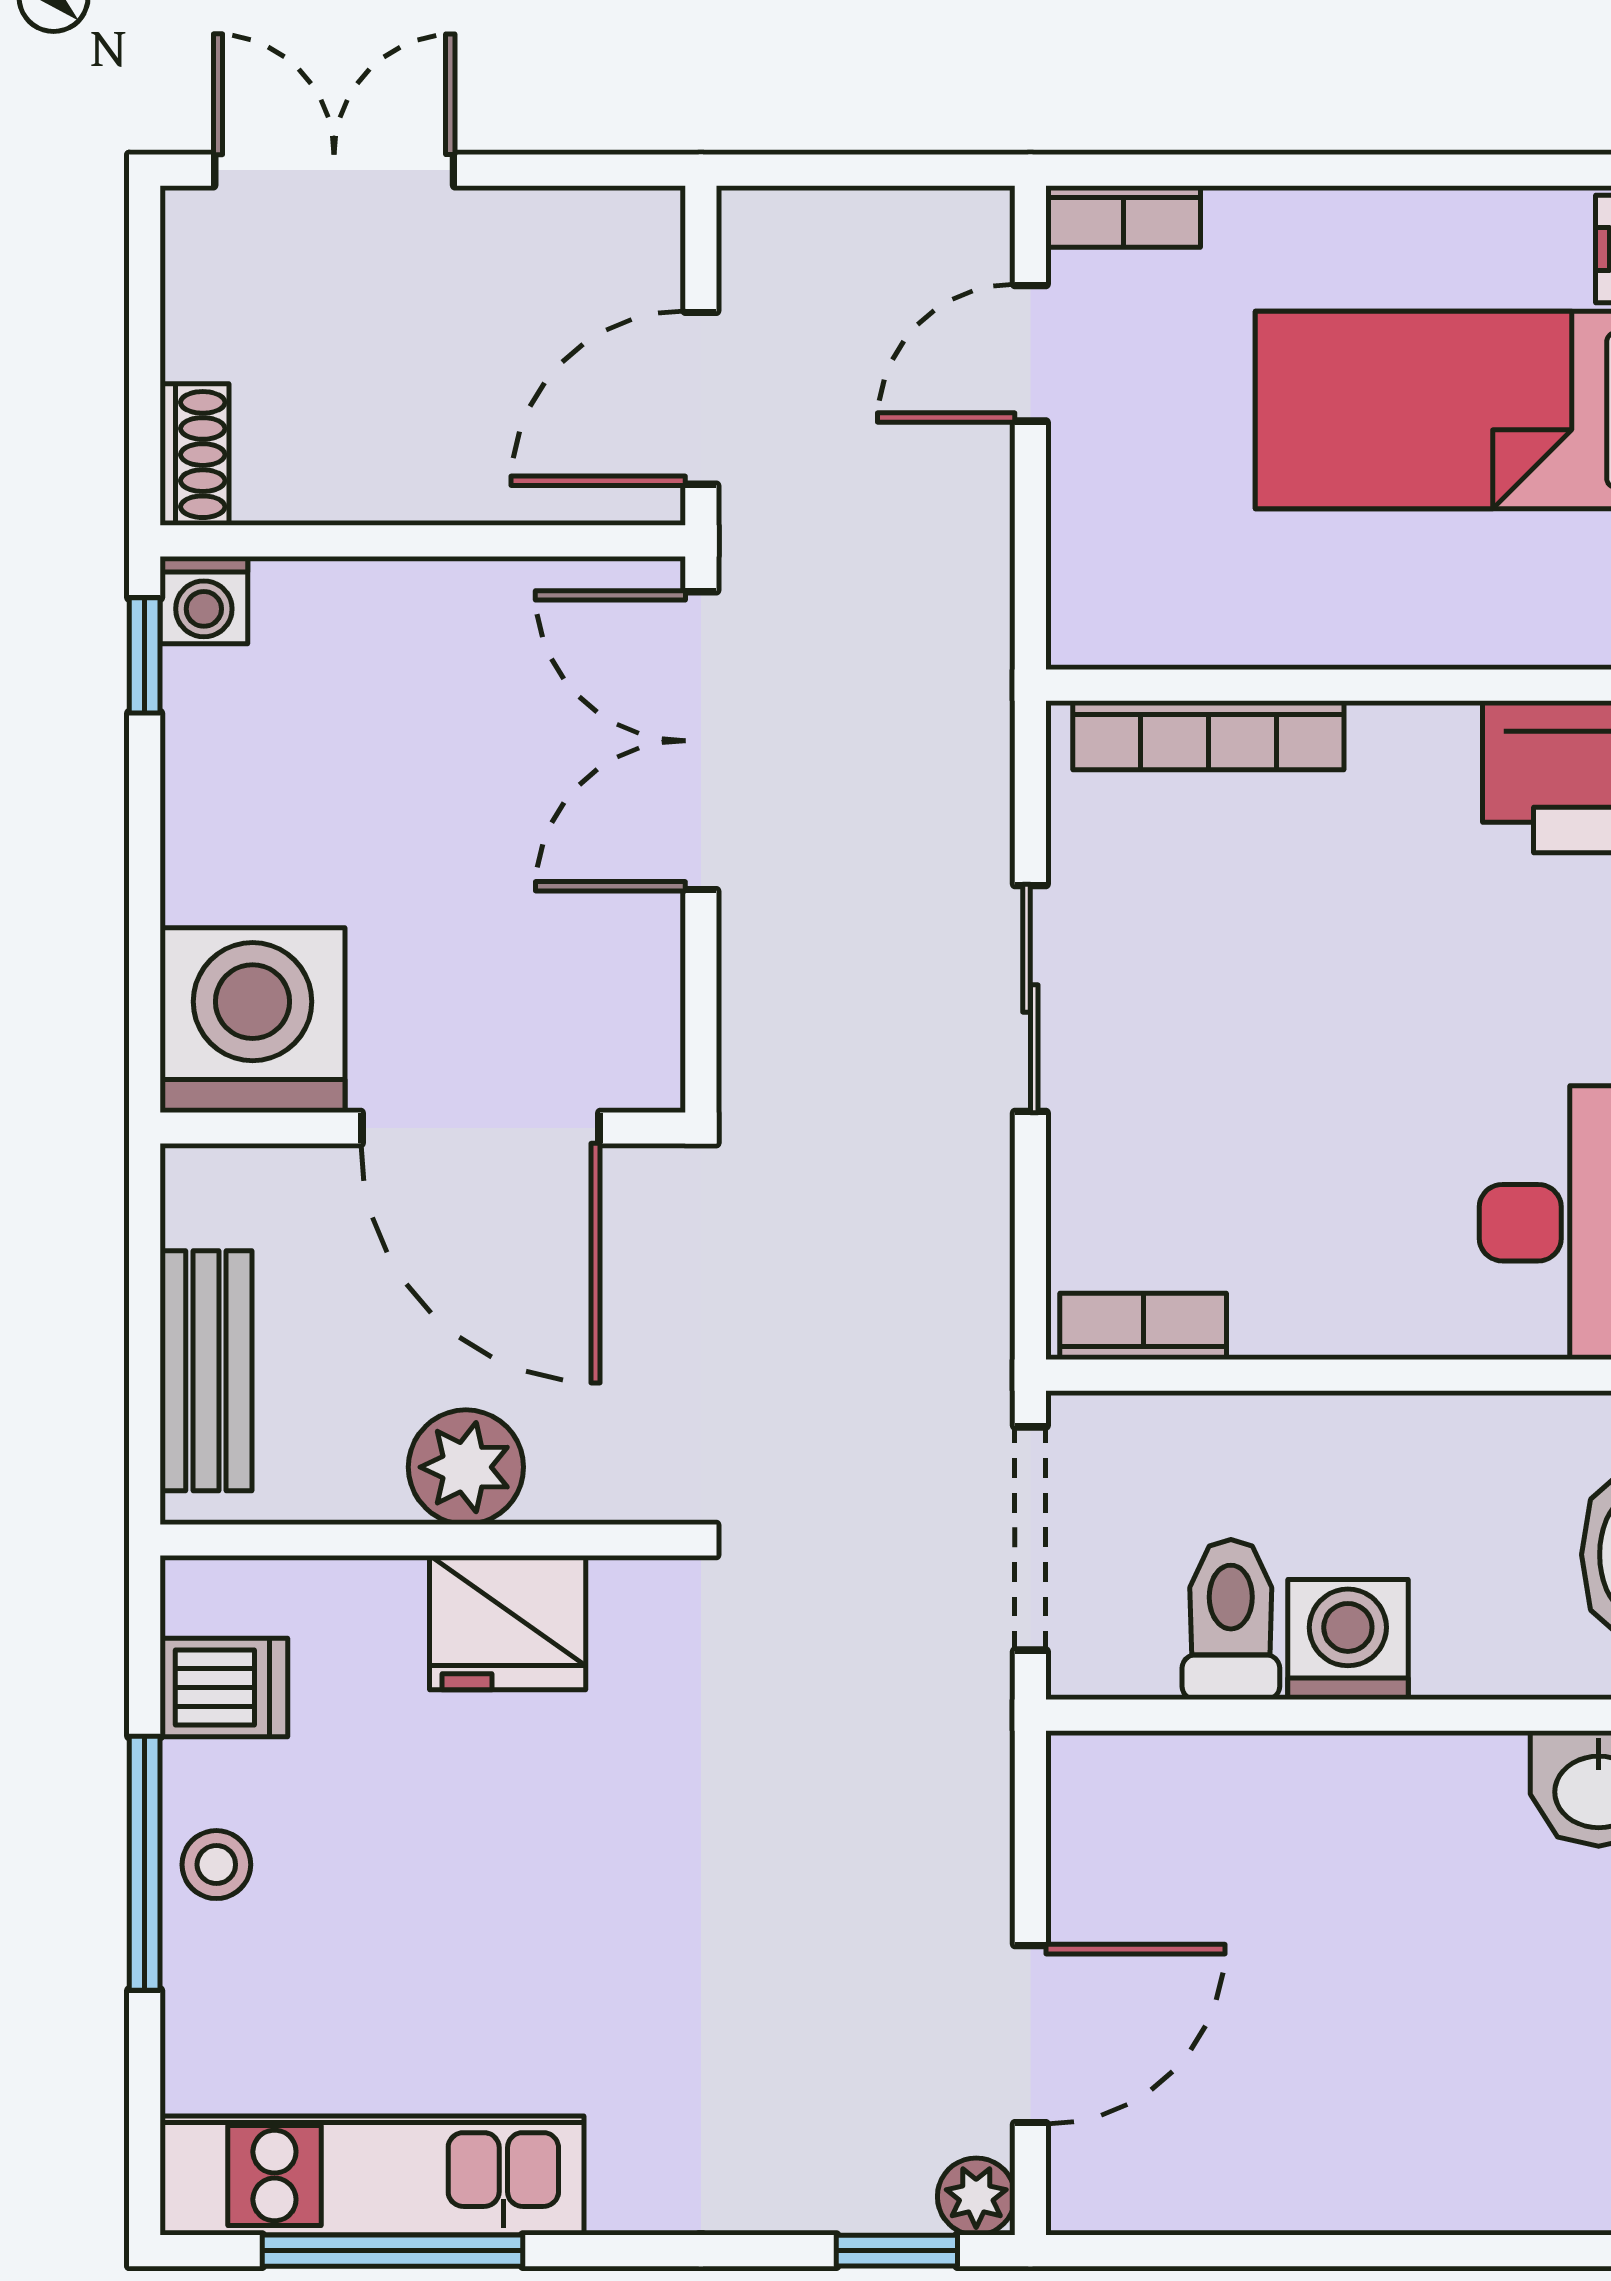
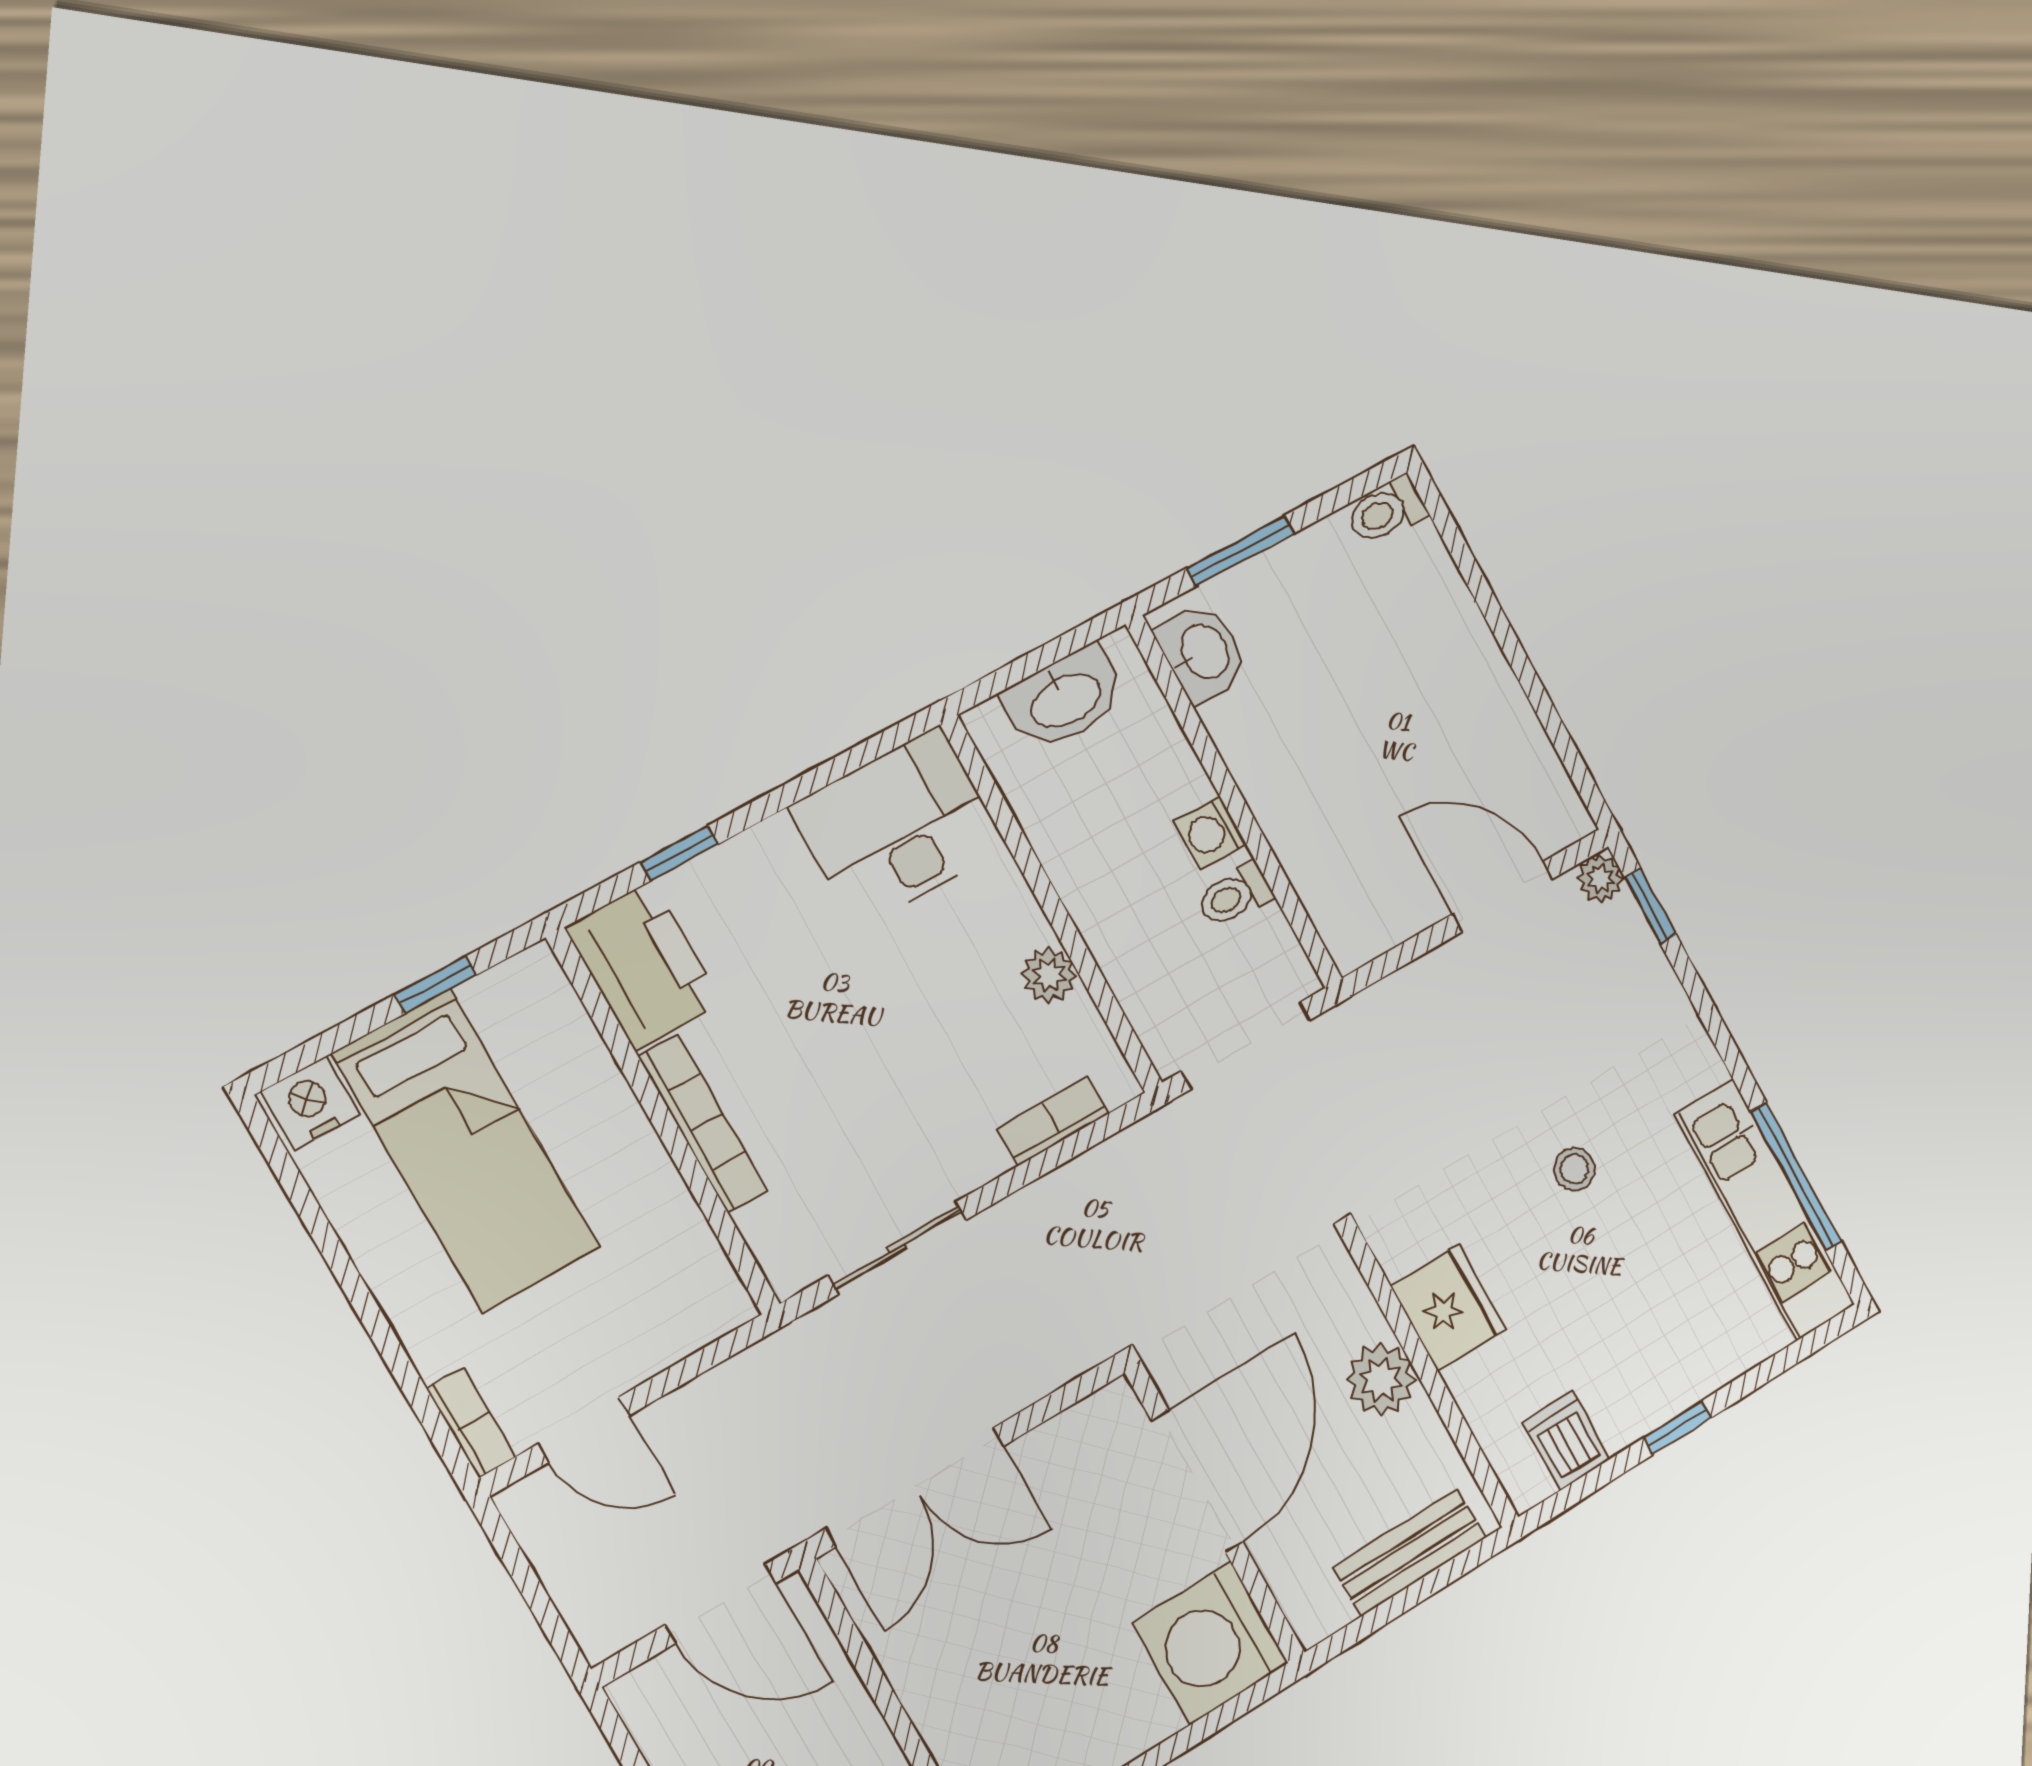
bookcase: (1208, 735) -> (703, 1124), moved
sliding door: (1030, 998) -> (897, 1248), moved
plant: (1278, 1317) -> (1049, 975), added
bookcase: (1143, 1326) -> (1053, 1121), moved, turned 90
toilet: (1231, 1620) -> (1234, 895), width x0.73, depth x0.72
washing machine: (1348, 1640) -> (1210, 833), width x0.73, depth x0.73
window: (145, 1863) -> (1677, 1428), width x0.46
stool: (216, 1865) -> (1574, 1169), moved

